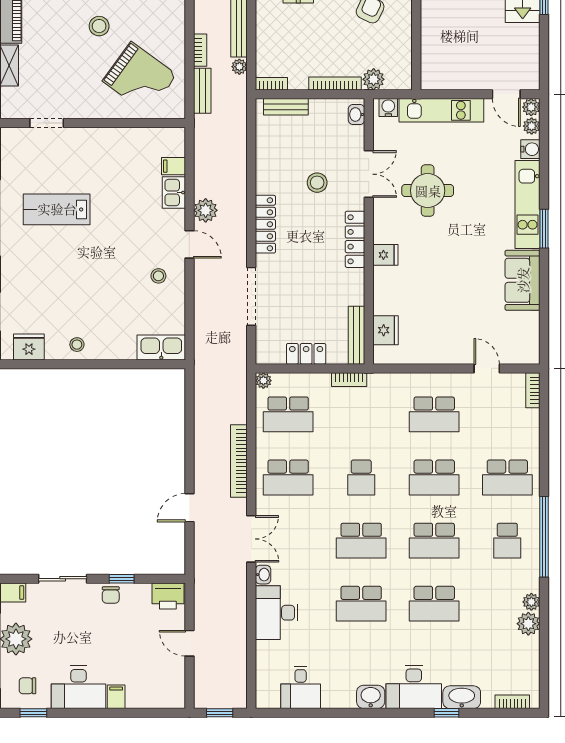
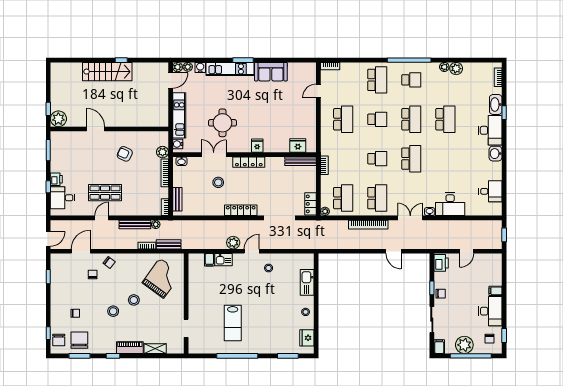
kitchen sink: (161, 348) -> (307, 282), moved
locker: (306, 354) -> (311, 204), moved
school desk: (434, 477) -> (377, 119), width x0.54
school desk: (361, 604) -> (445, 159), removed

